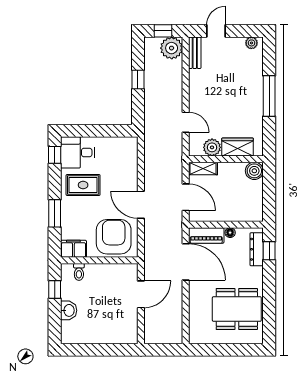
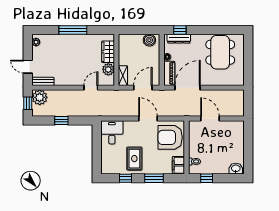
desk: (78, 152) -> (112, 132), moved, turned 180
window: (55, 155) -> (125, 178), moved
boiler: (254, 171) -> (149, 40), moved
door: (141, 205) -> (148, 119), swing flipped
washbasin: (69, 310) -> (236, 169), moved

